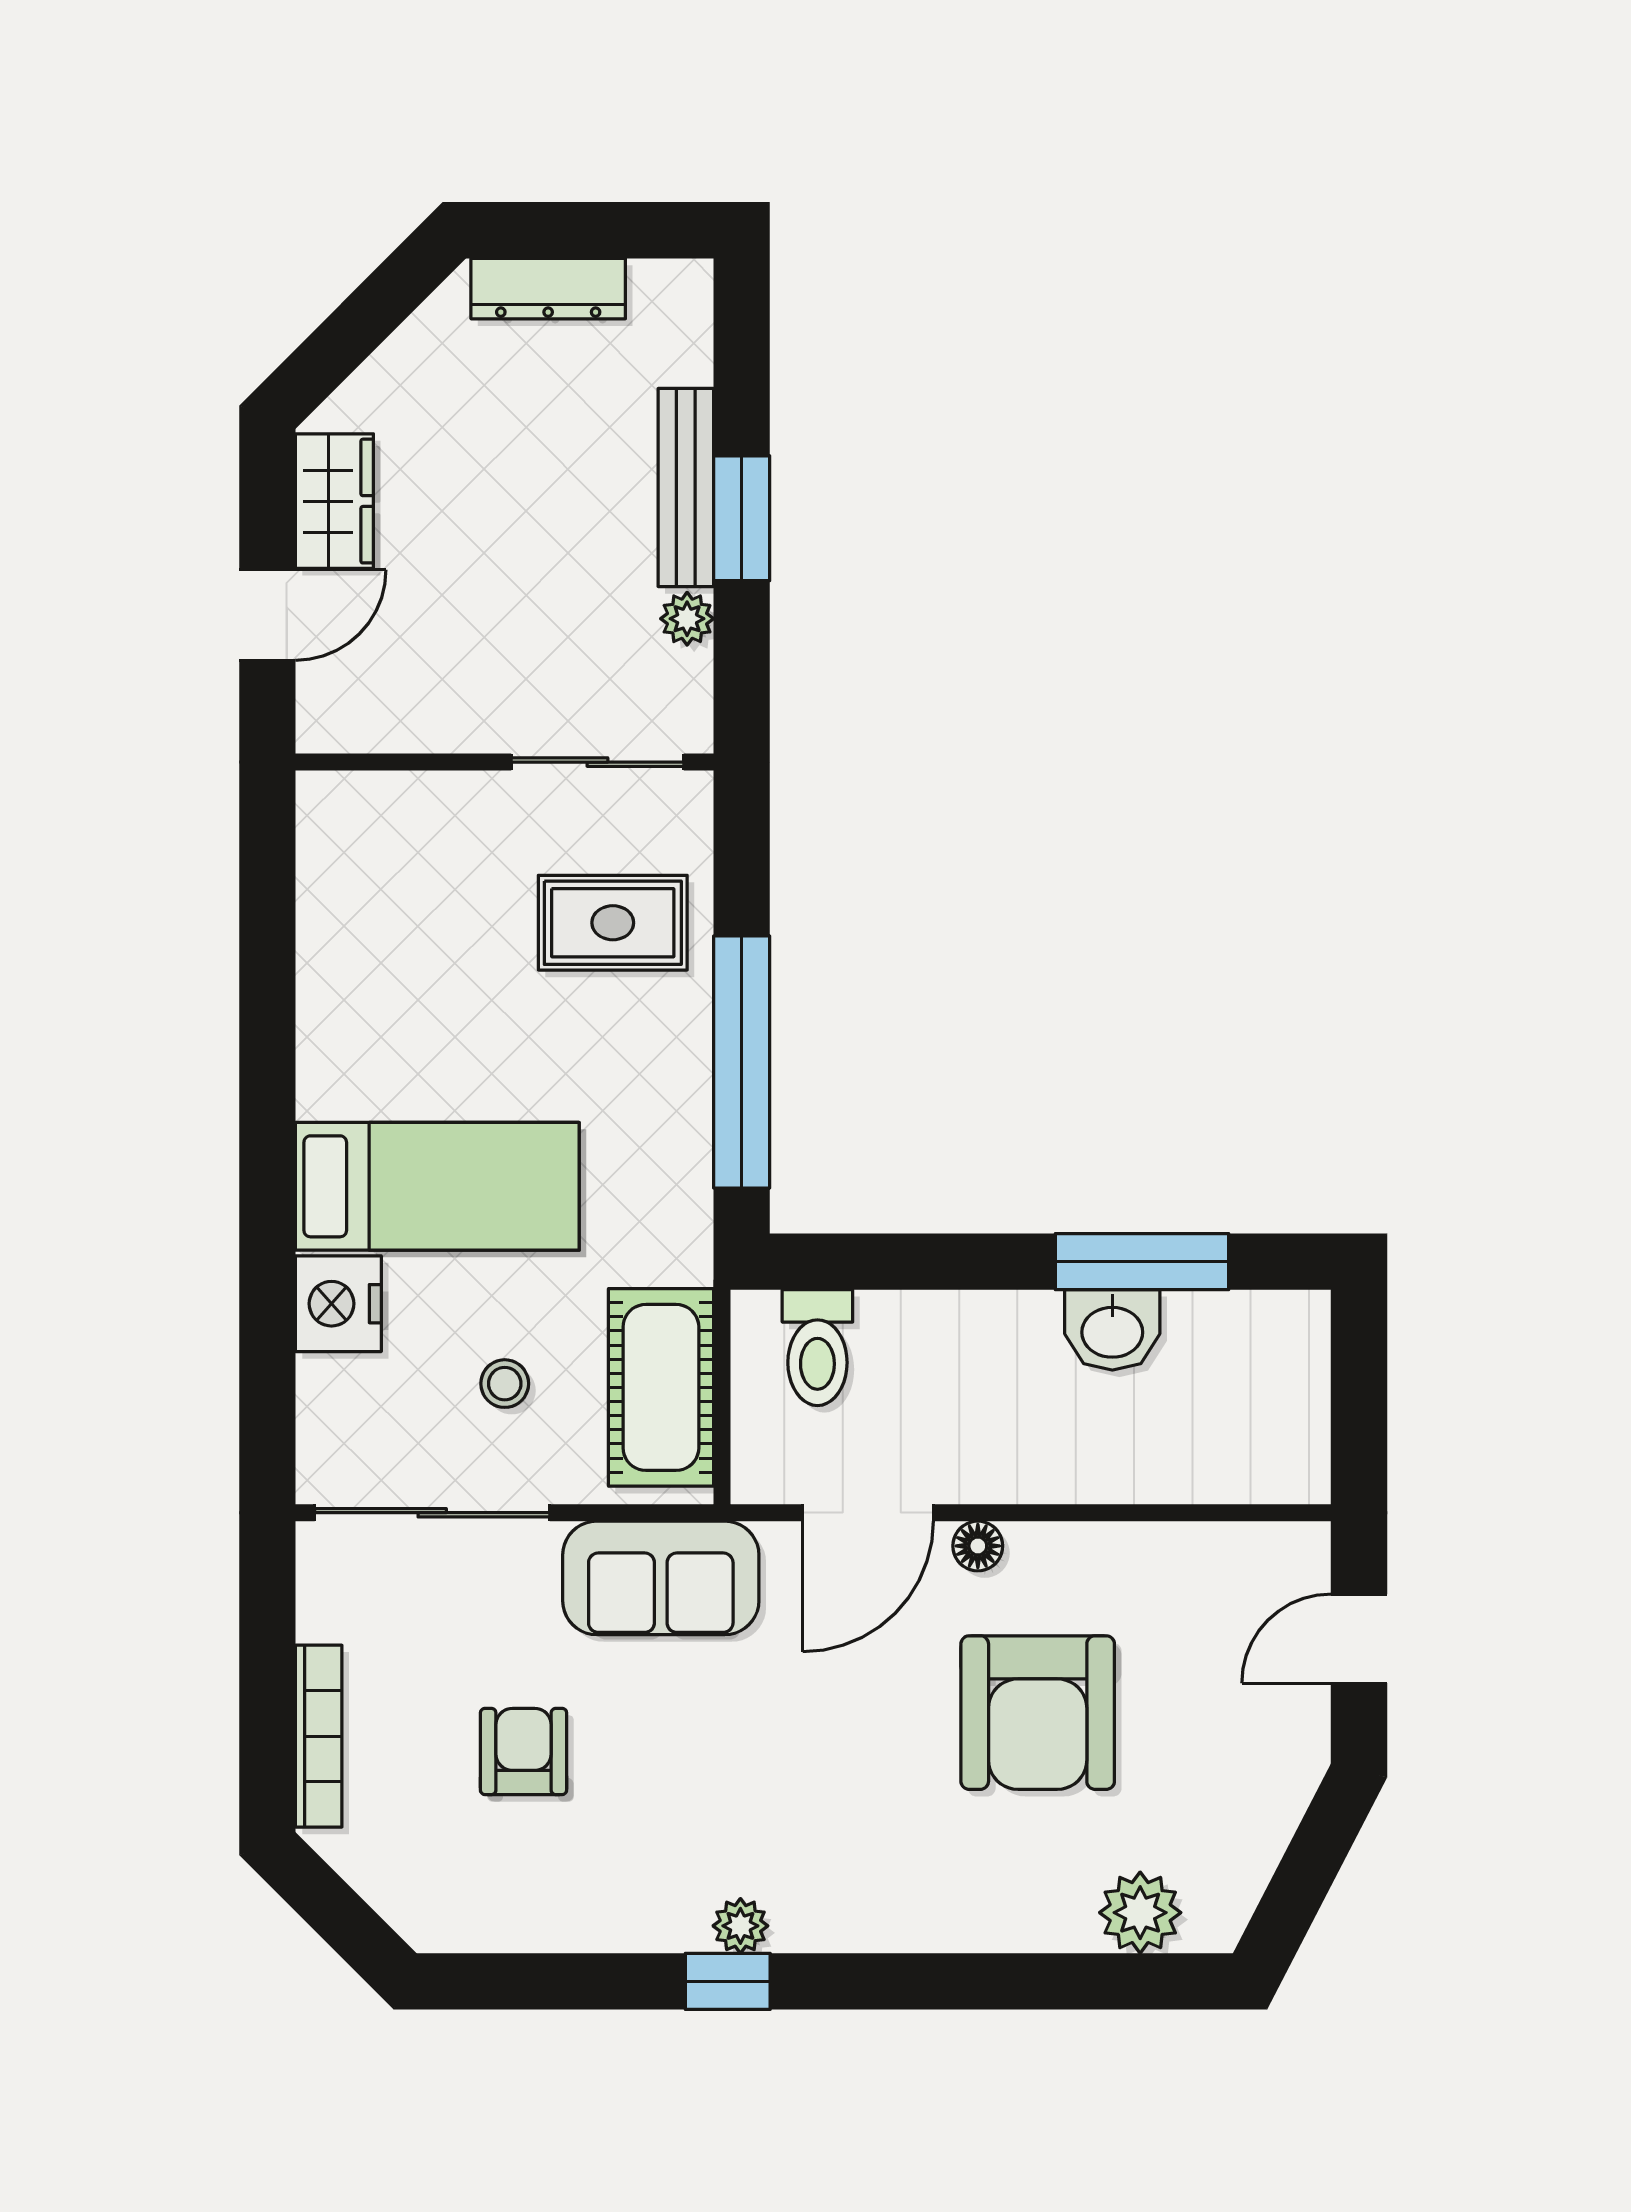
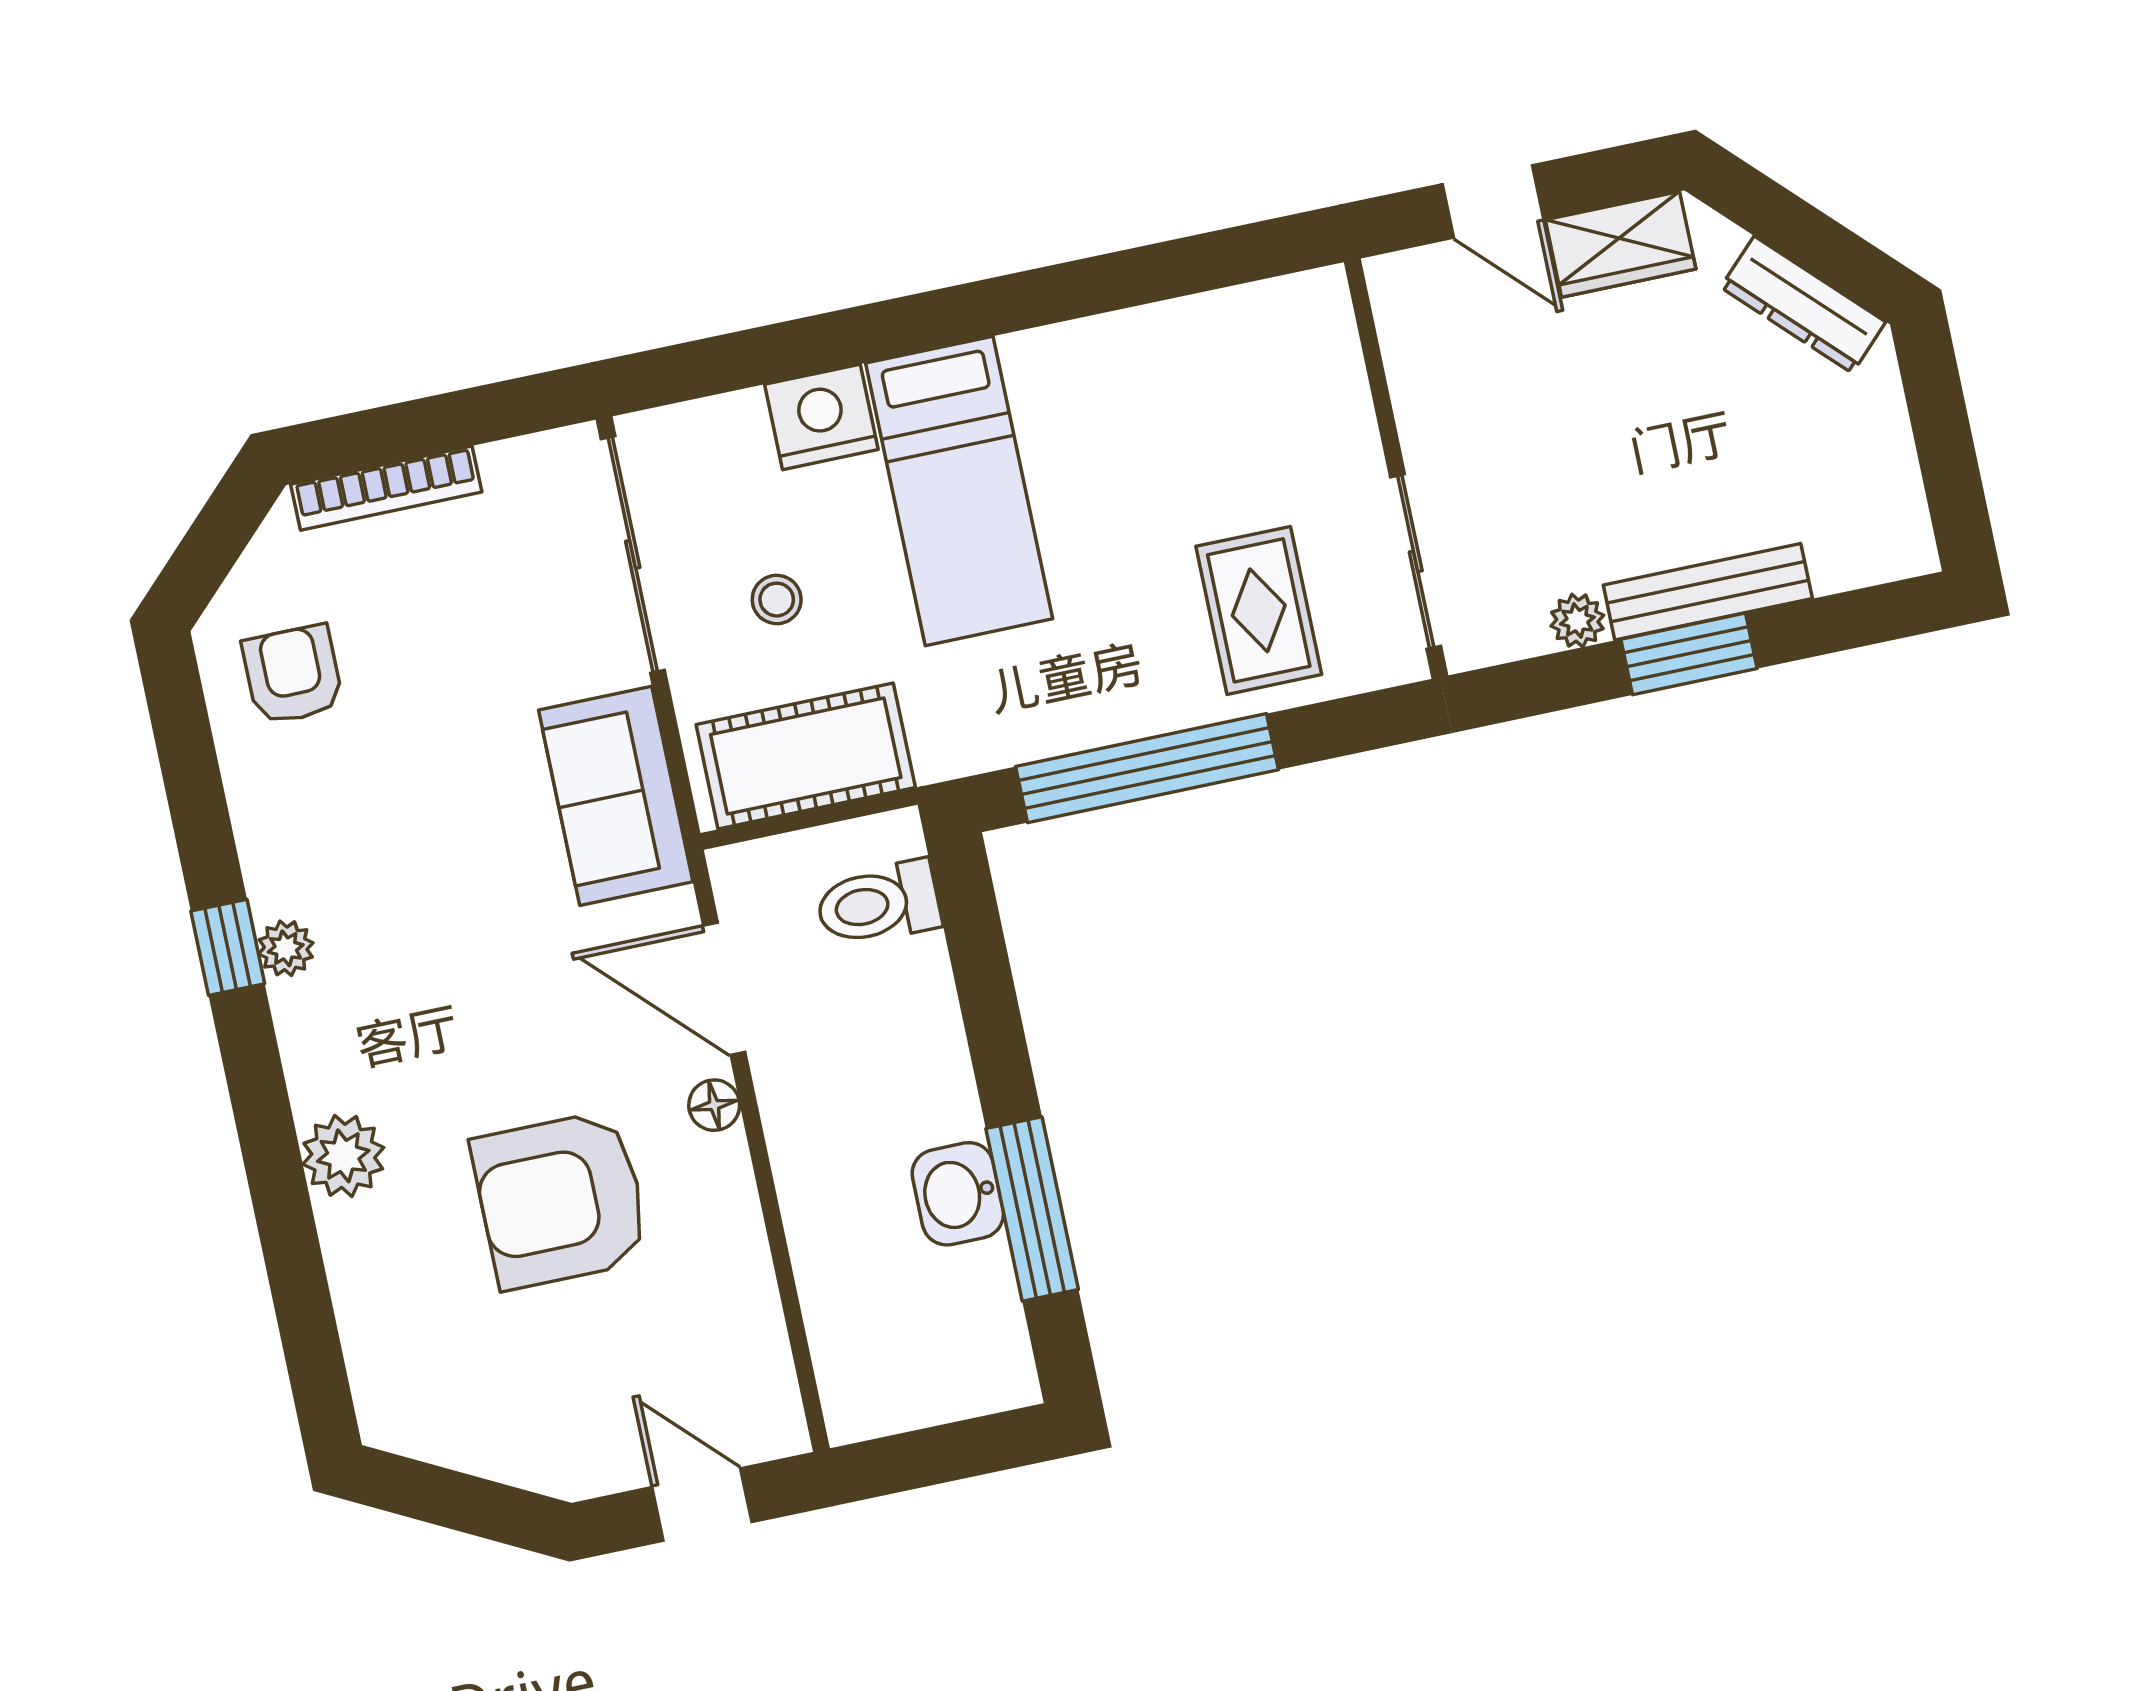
dresser: (548, 289) -> (1803, 305), moved, turned -45
armchair: (524, 1751) -> (293, 675), moved, turned -90
plant: (1140, 1913) -> (343, 1156), moved

